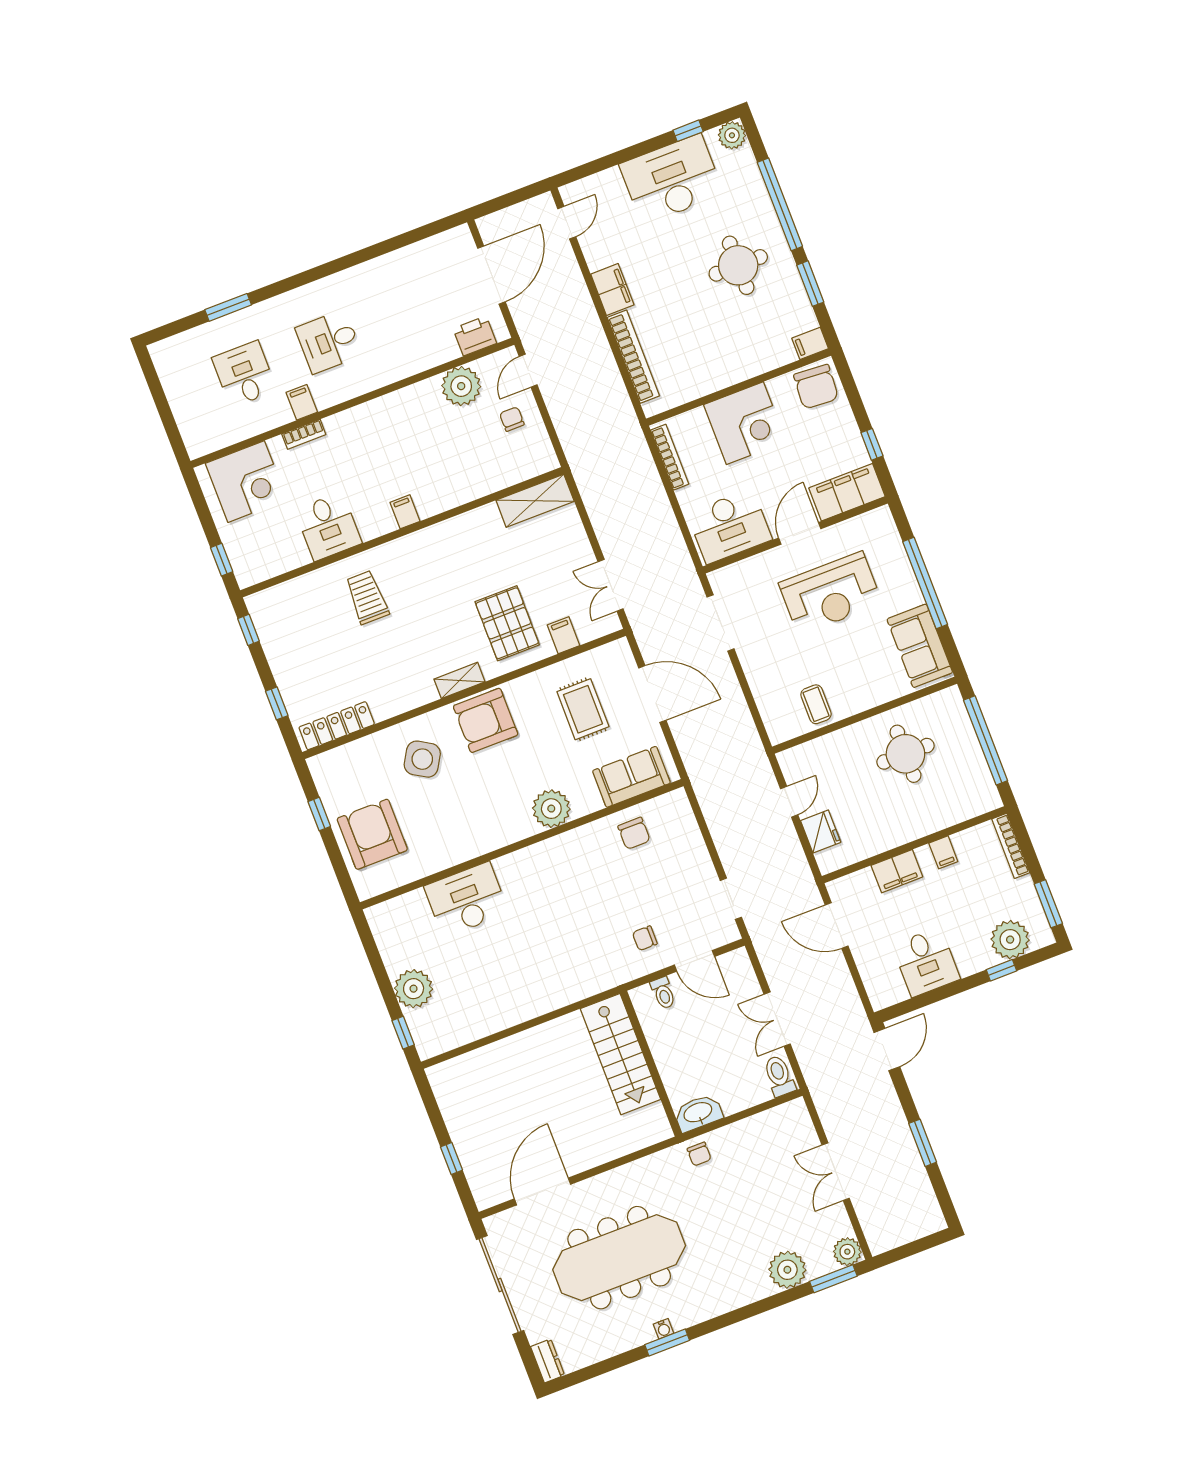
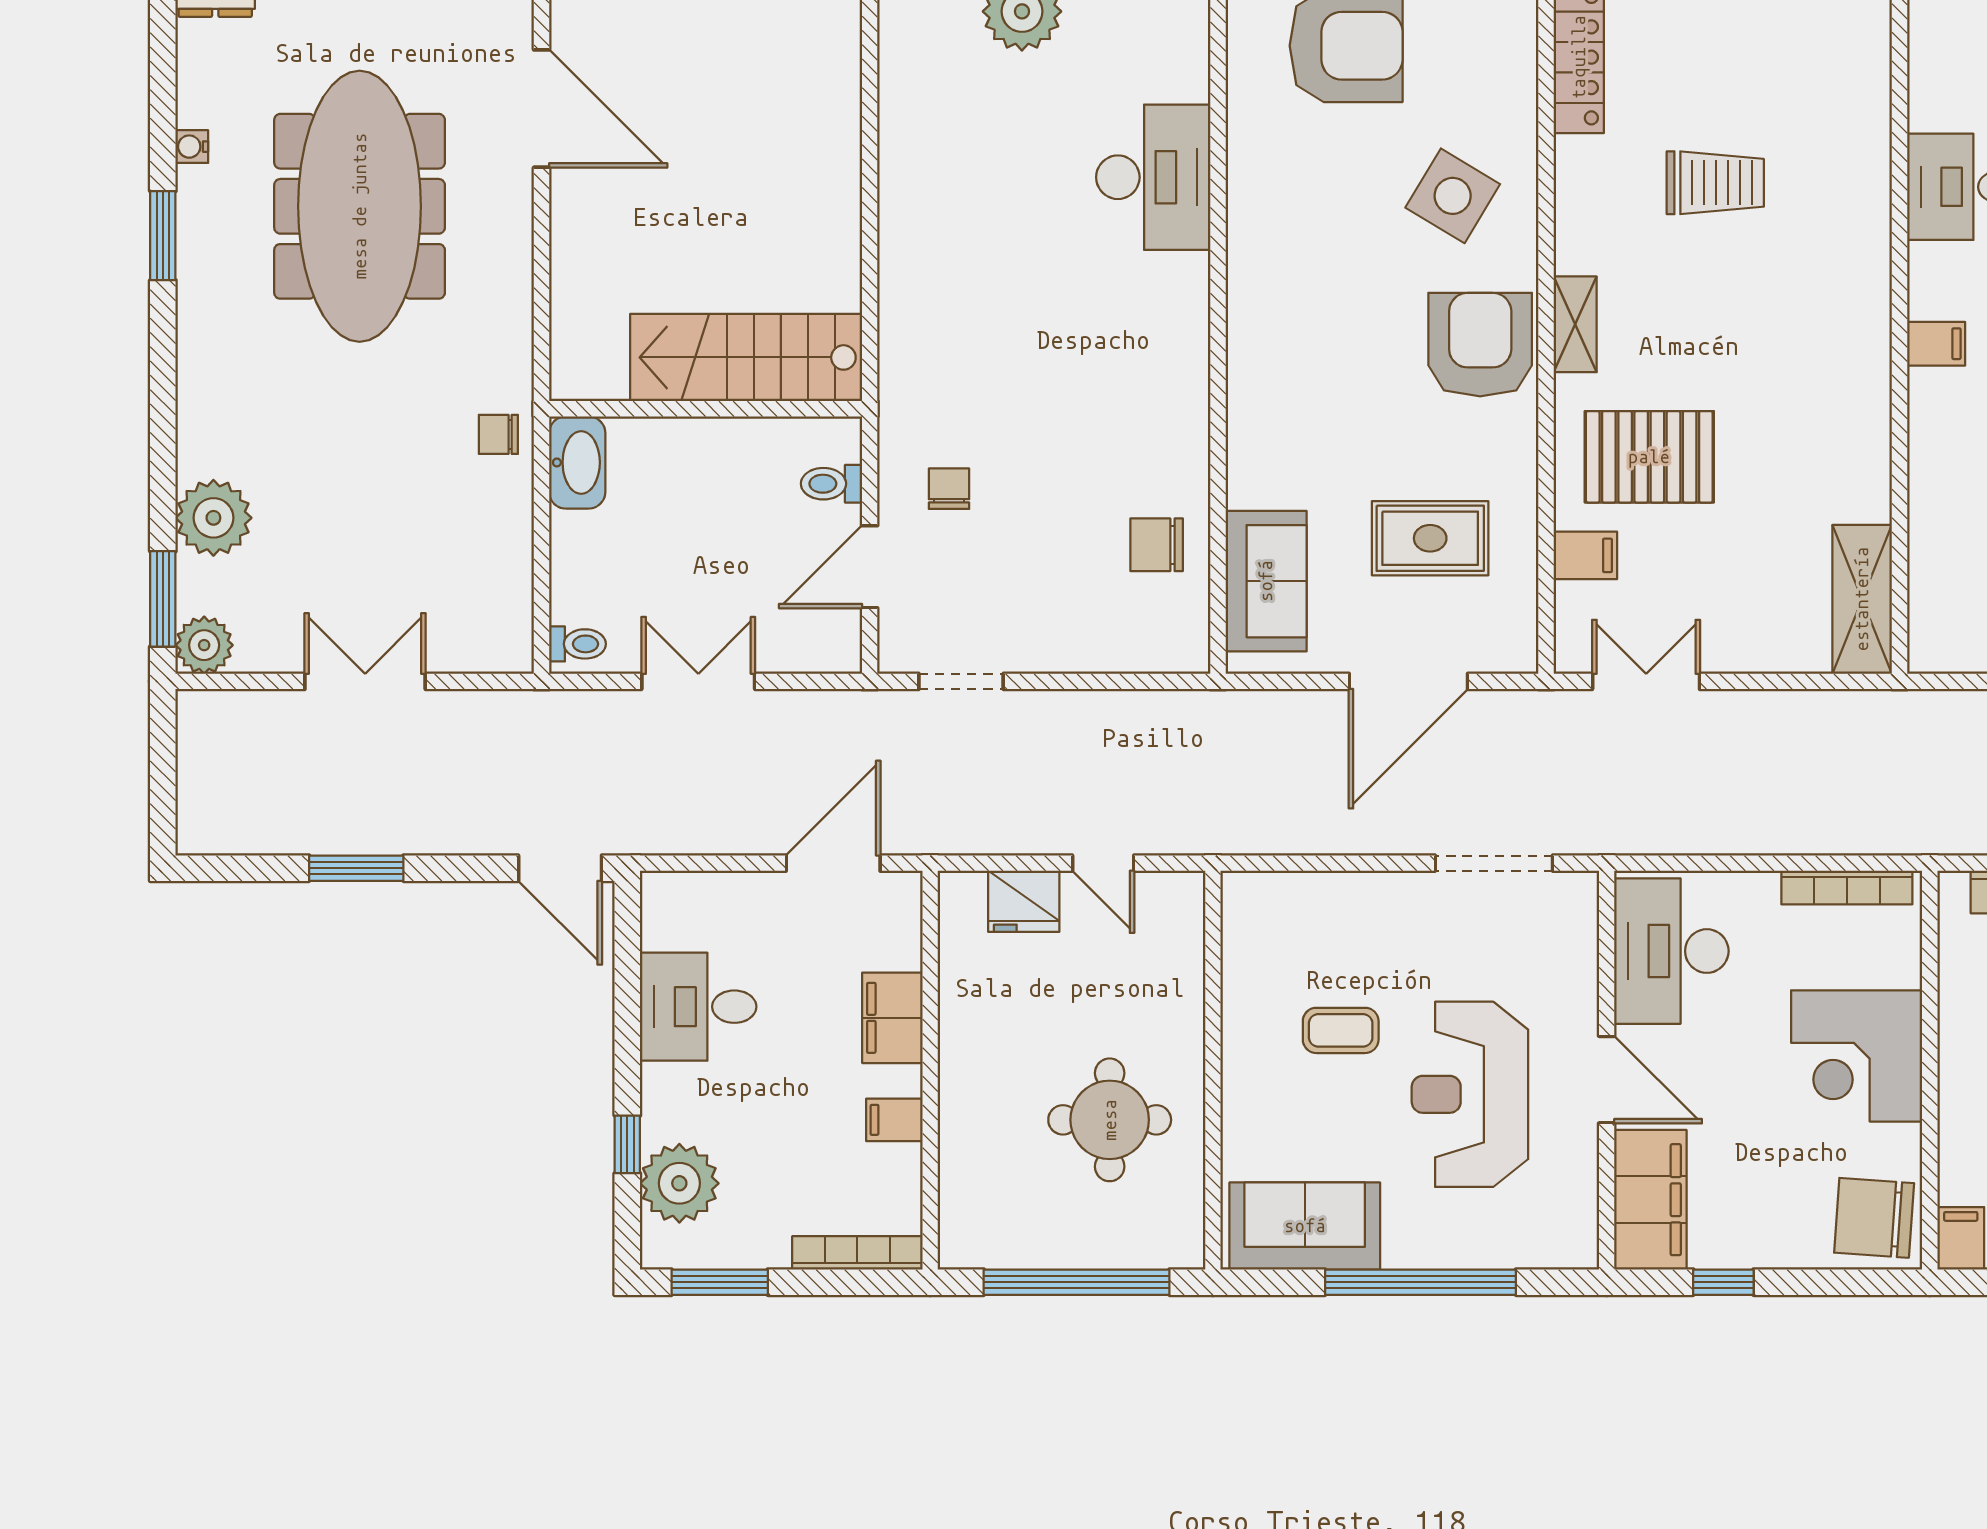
trolley: (367, 597) -> (1715, 183), moved
coffee table: (816, 704) -> (1341, 1030), moved
plant: (551, 809) -> (1264, 405), removed
toilet: (779, 1076) -> (578, 644), width x0.73, depth x0.72
water cooler: (663, 1329) -> (192, 147), moved

